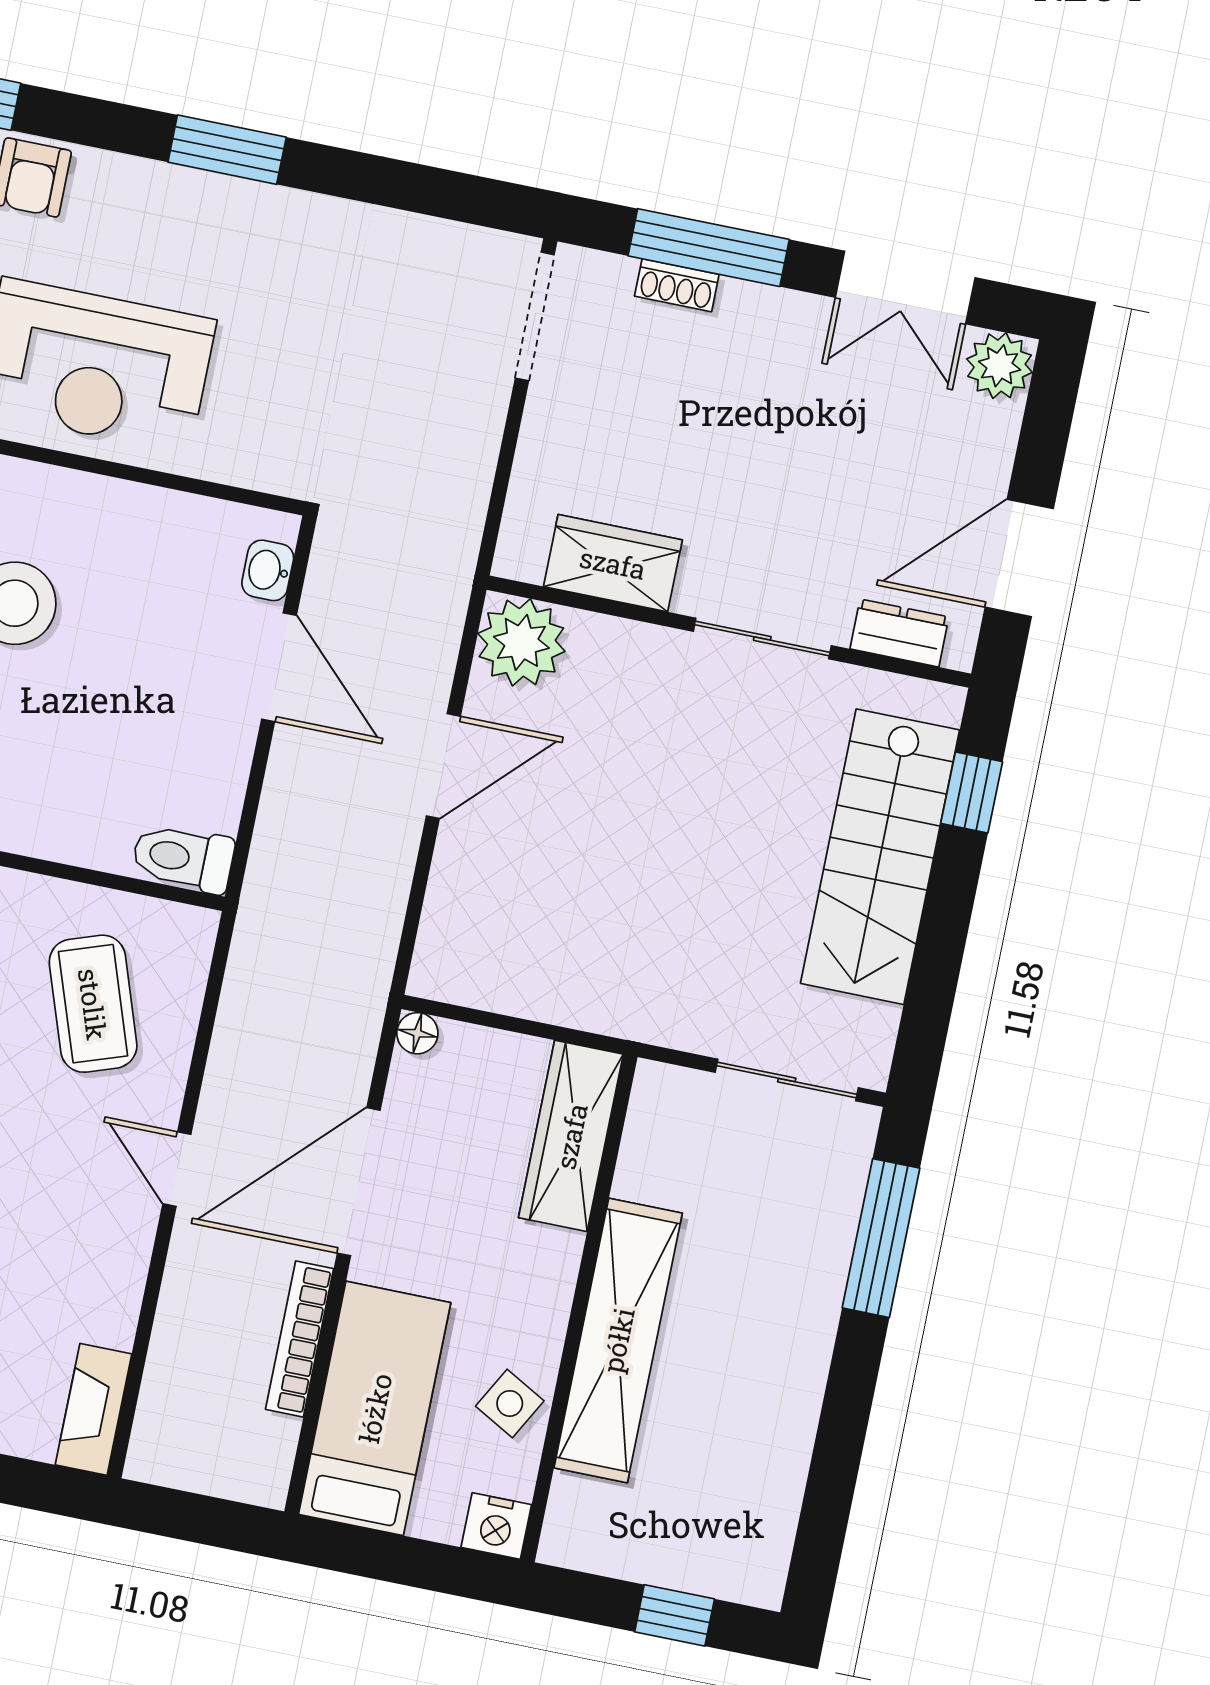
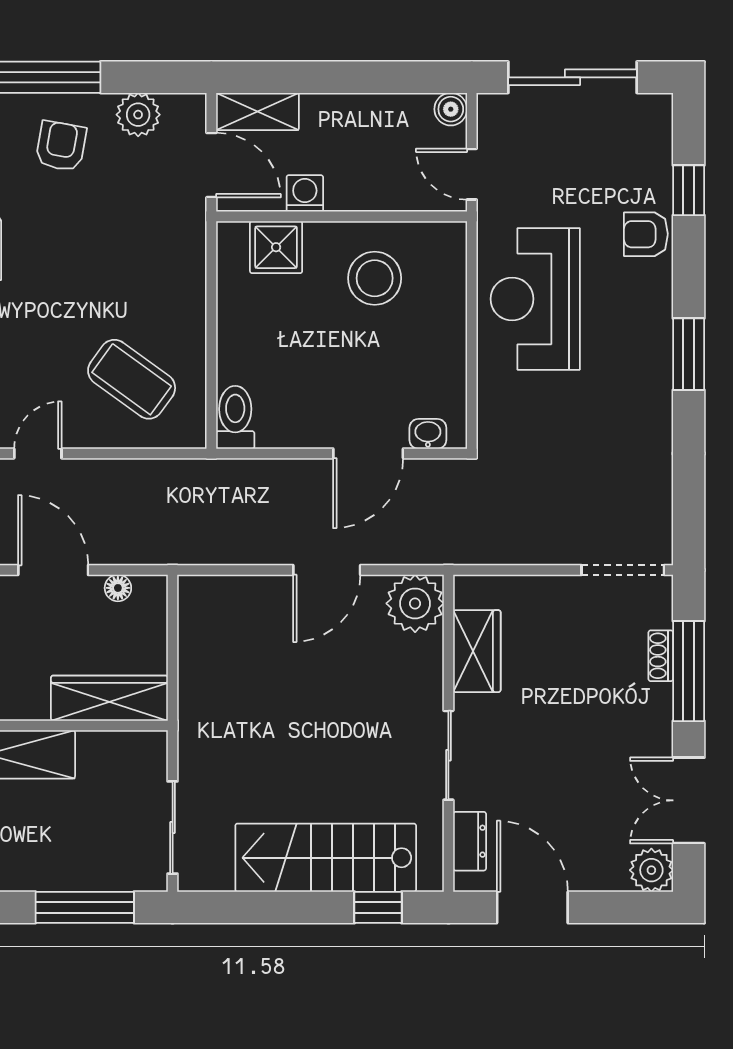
door: (443, 766) -> (327, 570), hinge flipped
coffee table: (93, 1004) -> (132, 379), turned 55
floor lamp: (417, 1033) -> (118, 588), moved
door: (359, 1182) -> (53, 570), width x0.73

